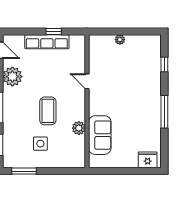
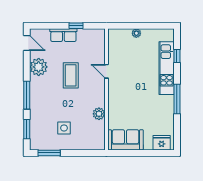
row of seats: (47, 42) -> (63, 35), width x0.68
kitchen unit: (153, 78) -> (167, 68), added
coffee table: (48, 111) -> (71, 75), moved
sofa: (100, 135) -> (126, 140), moved, turned -90

